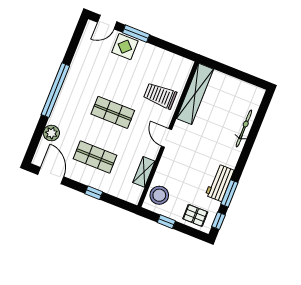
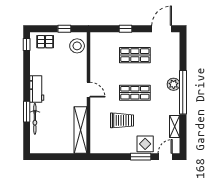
trolley: (160, 96) -> (122, 120), moved
plant: (51, 133) -> (174, 84), moved
shelving: (144, 172) -> (175, 126), moved
door: (51, 176) -> (162, 29), swing flipped
workbench: (220, 183) -> (37, 89), moved
window: (229, 193) -> (27, 112), moved

